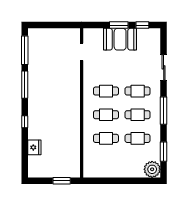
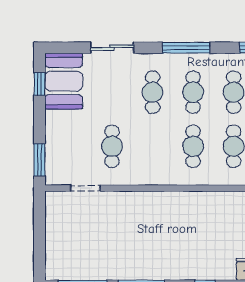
window: (119, 25) -> (40, 160), moved
booth: (120, 39) -> (64, 81), moved
cafe table: (106, 91) -> (112, 146), moved

